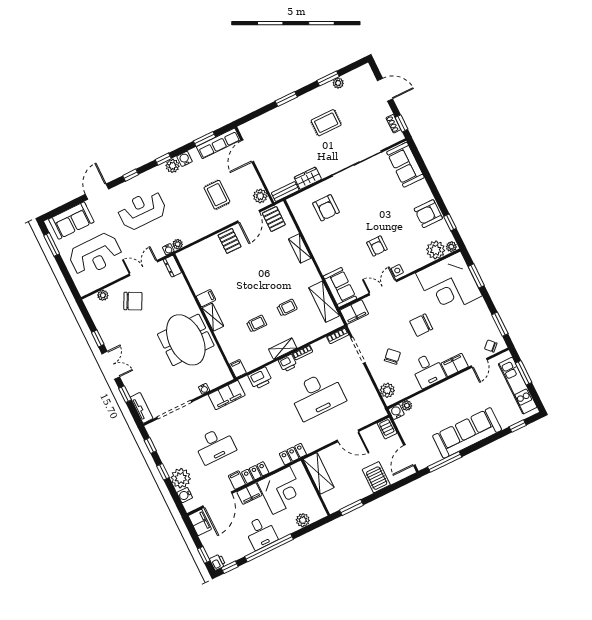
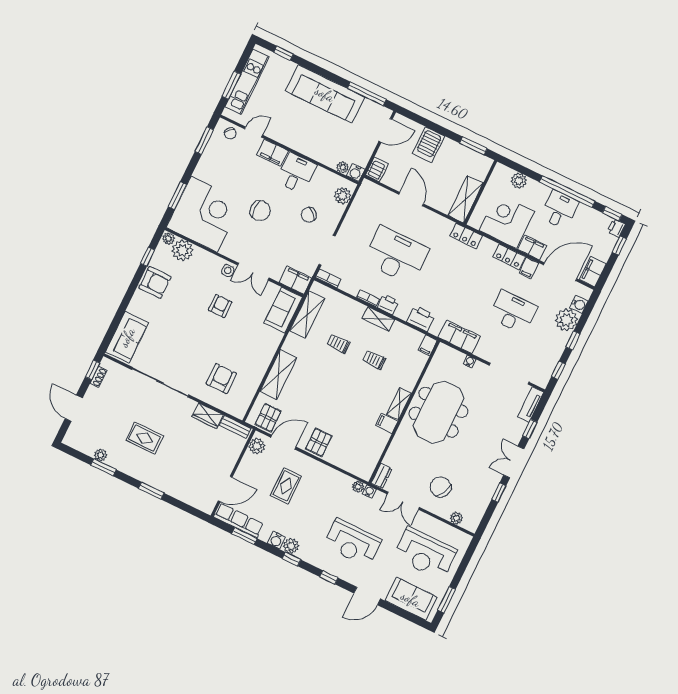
shelving: (300, 248) -> (278, 375), width x1.50, depth x1.33
reception desk: (95, 255) -> (425, 553), turned 180

